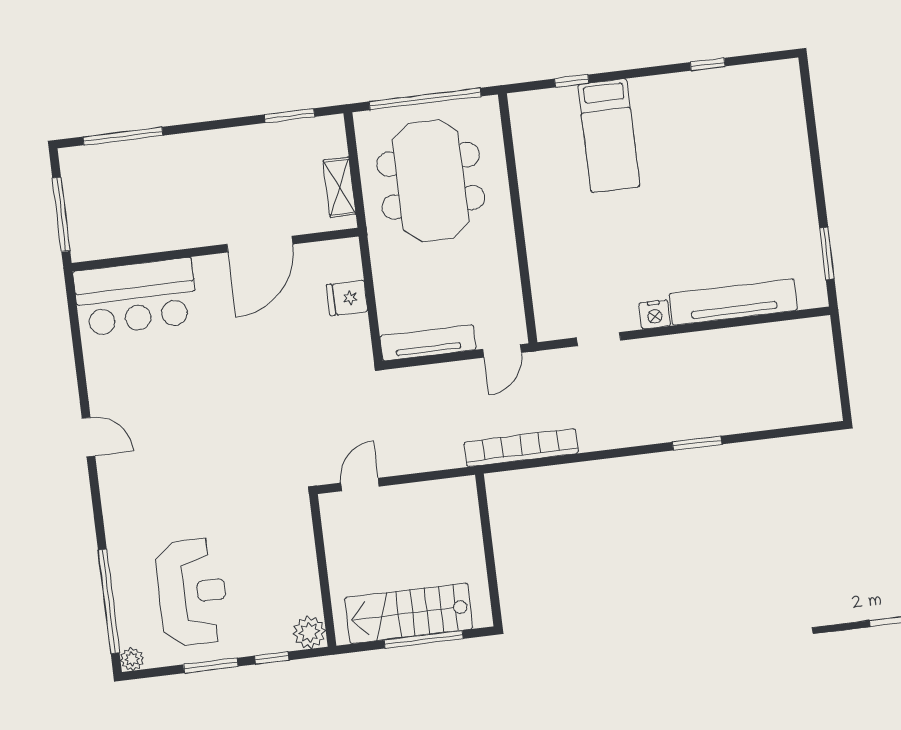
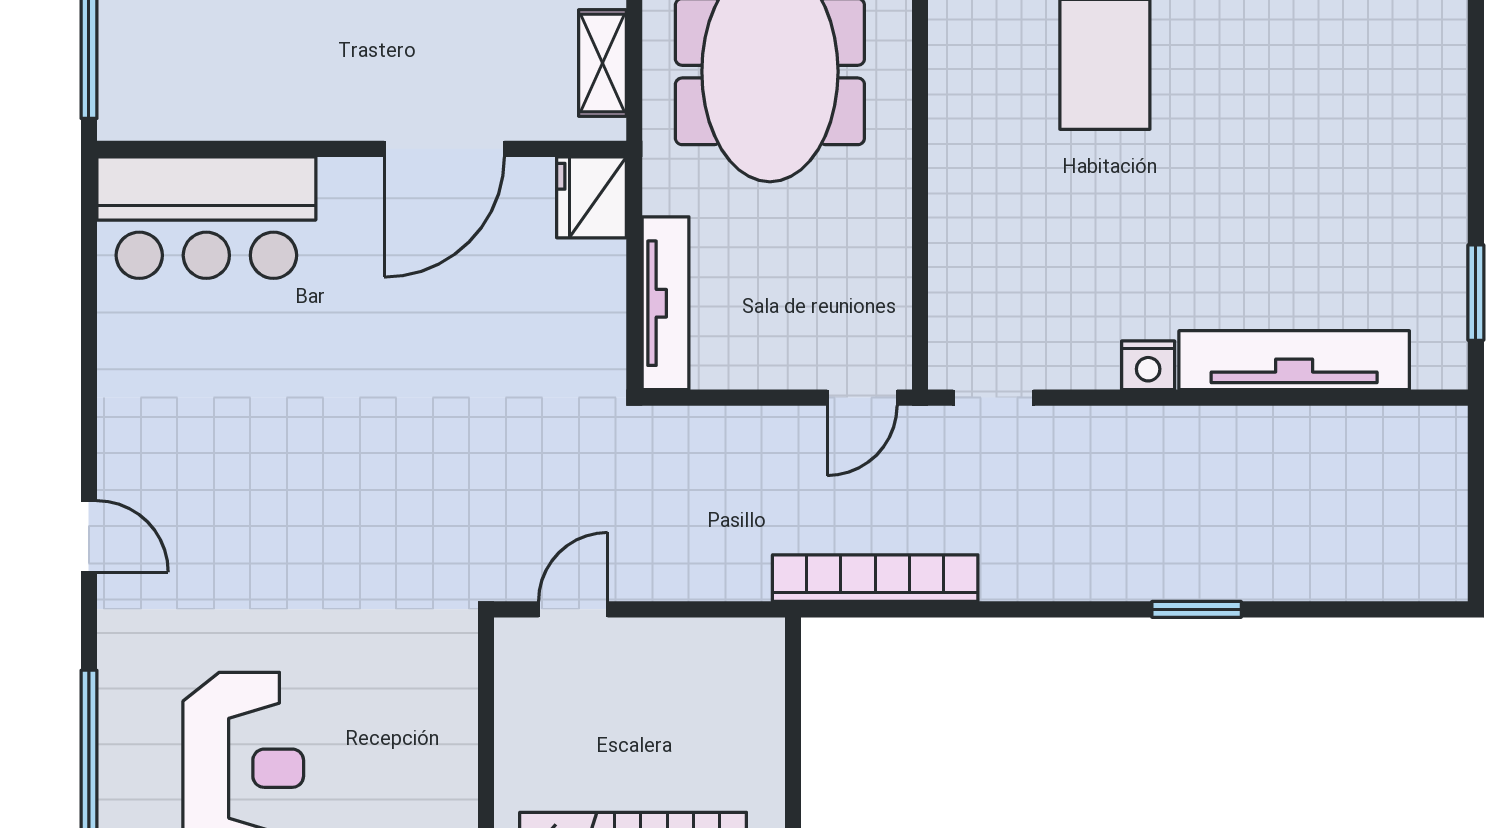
fridge: (347, 298) -> (591, 197), moved, width x1.38
doorway: (599, 339) -> (993, 398), moved
tv unit: (428, 343) -> (666, 303), moved, turned 90
door: (89, 437) -> (89, 536), moved

